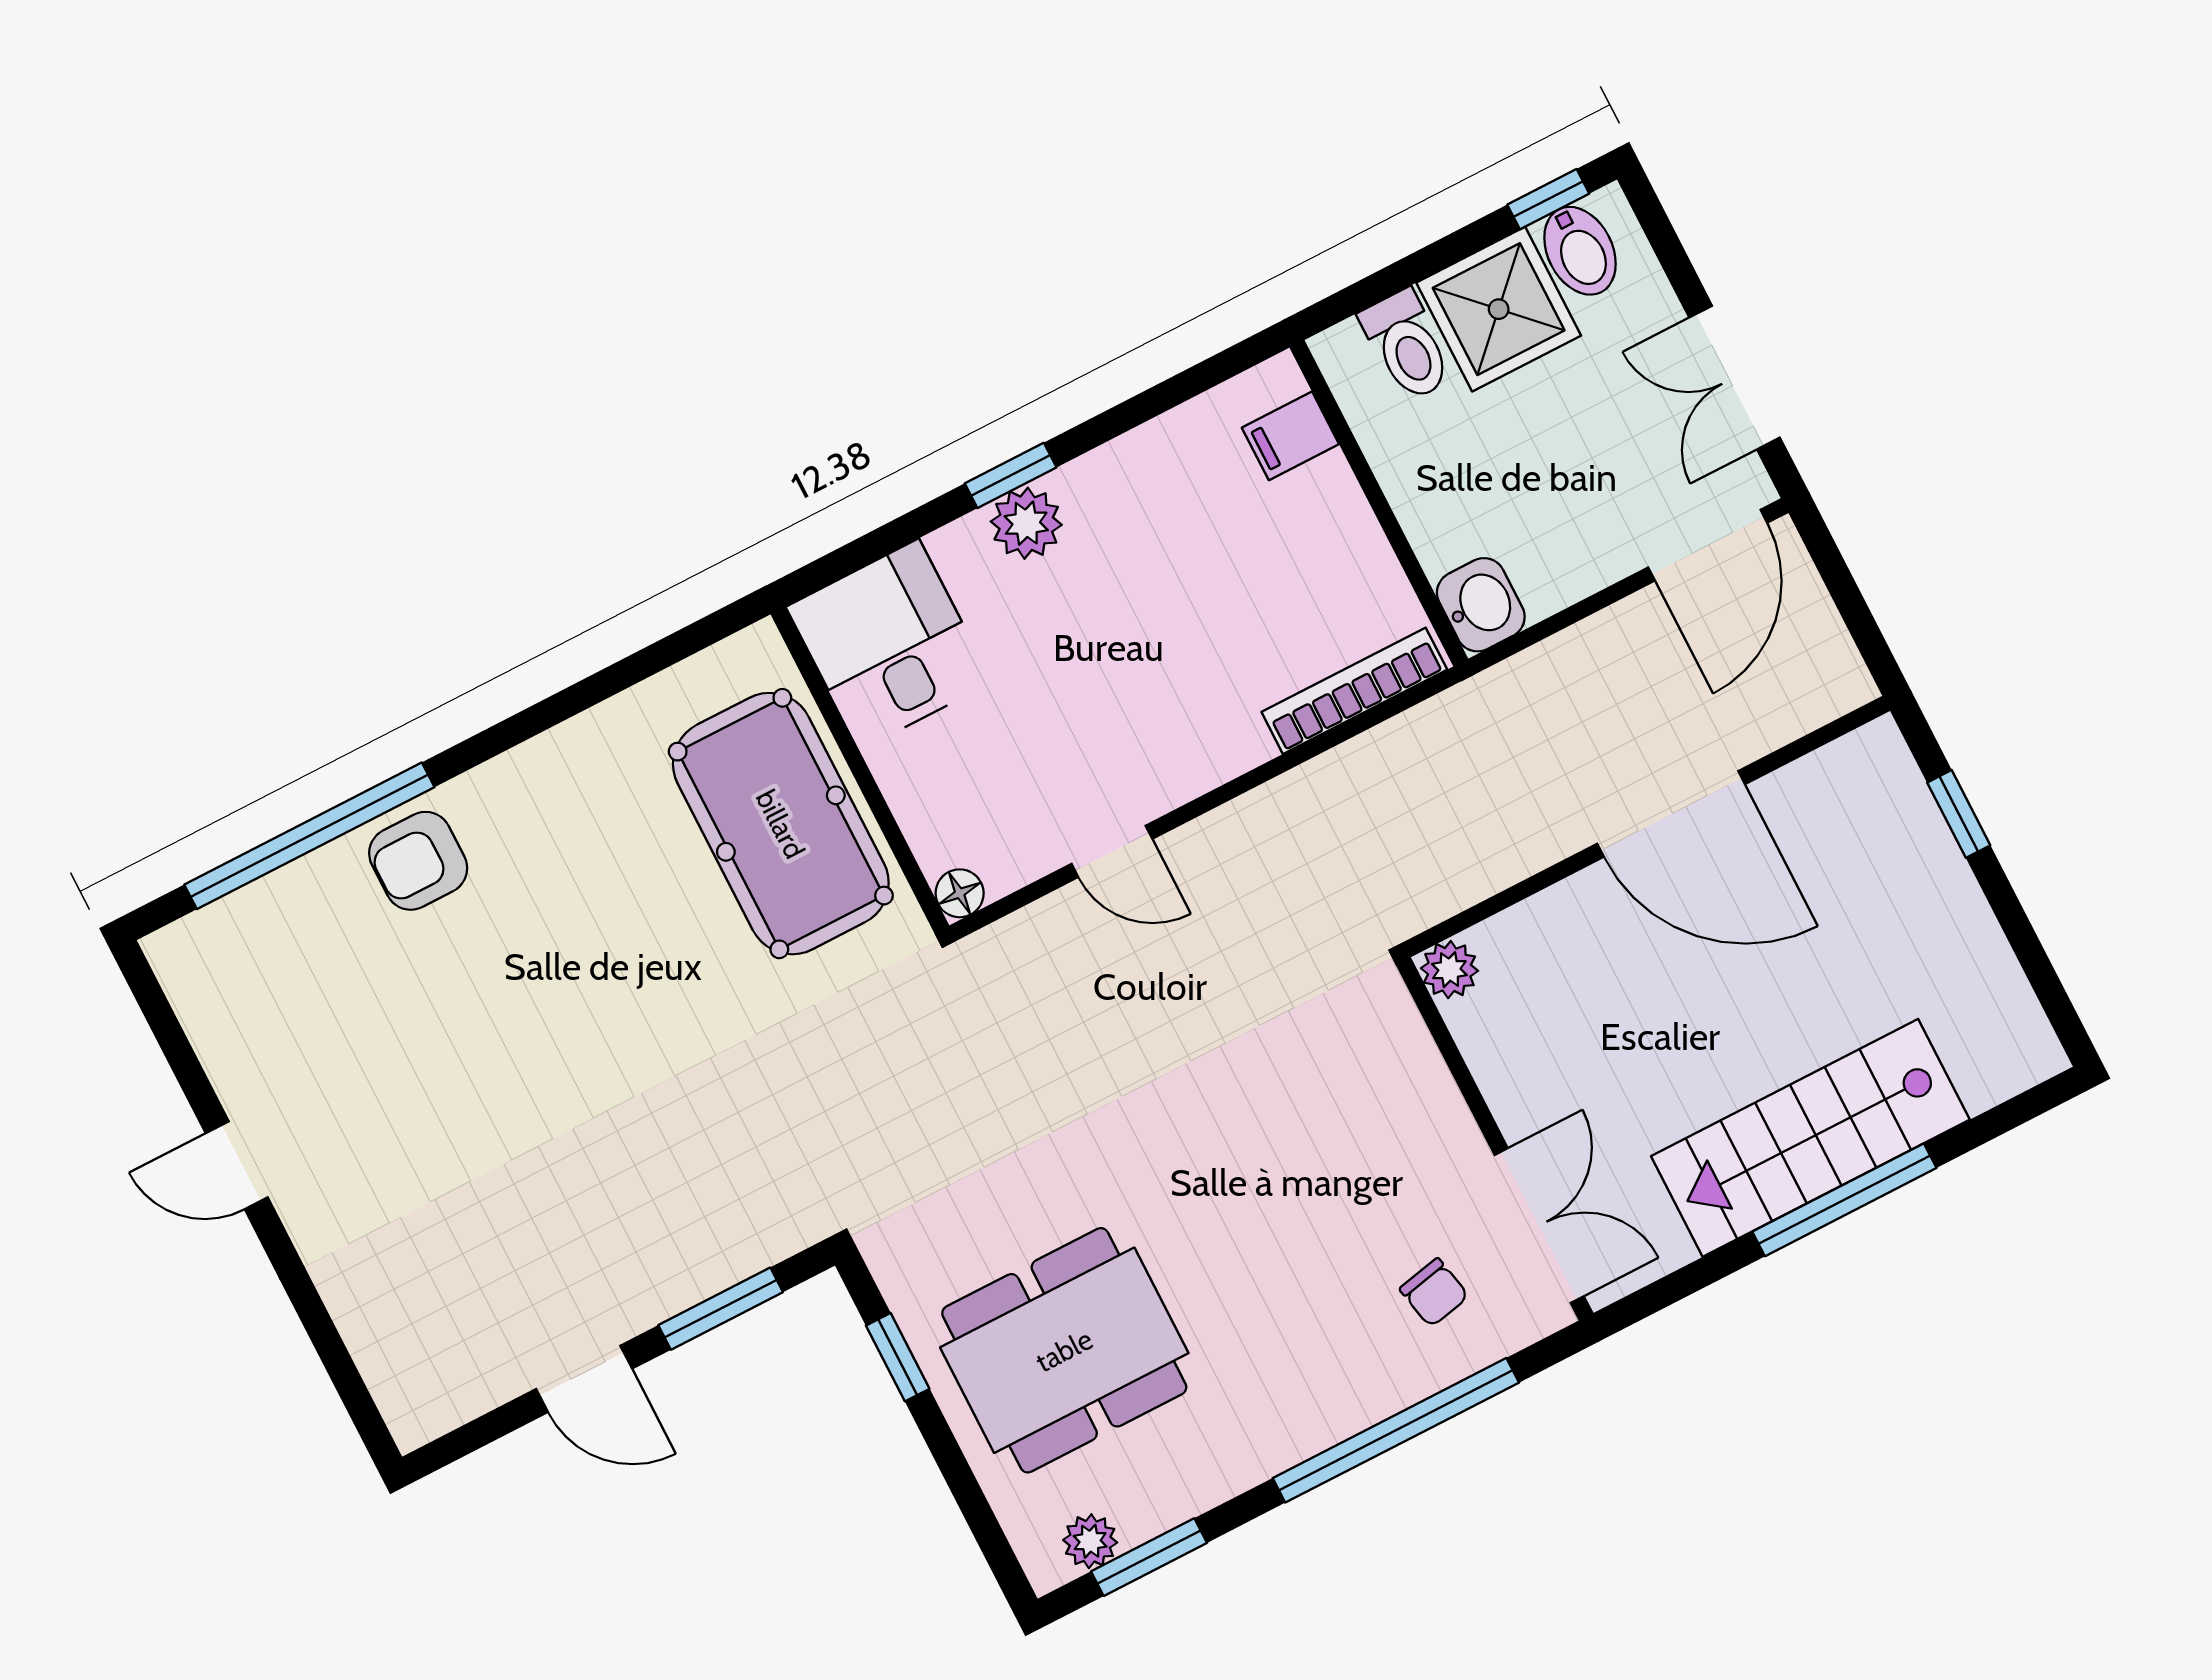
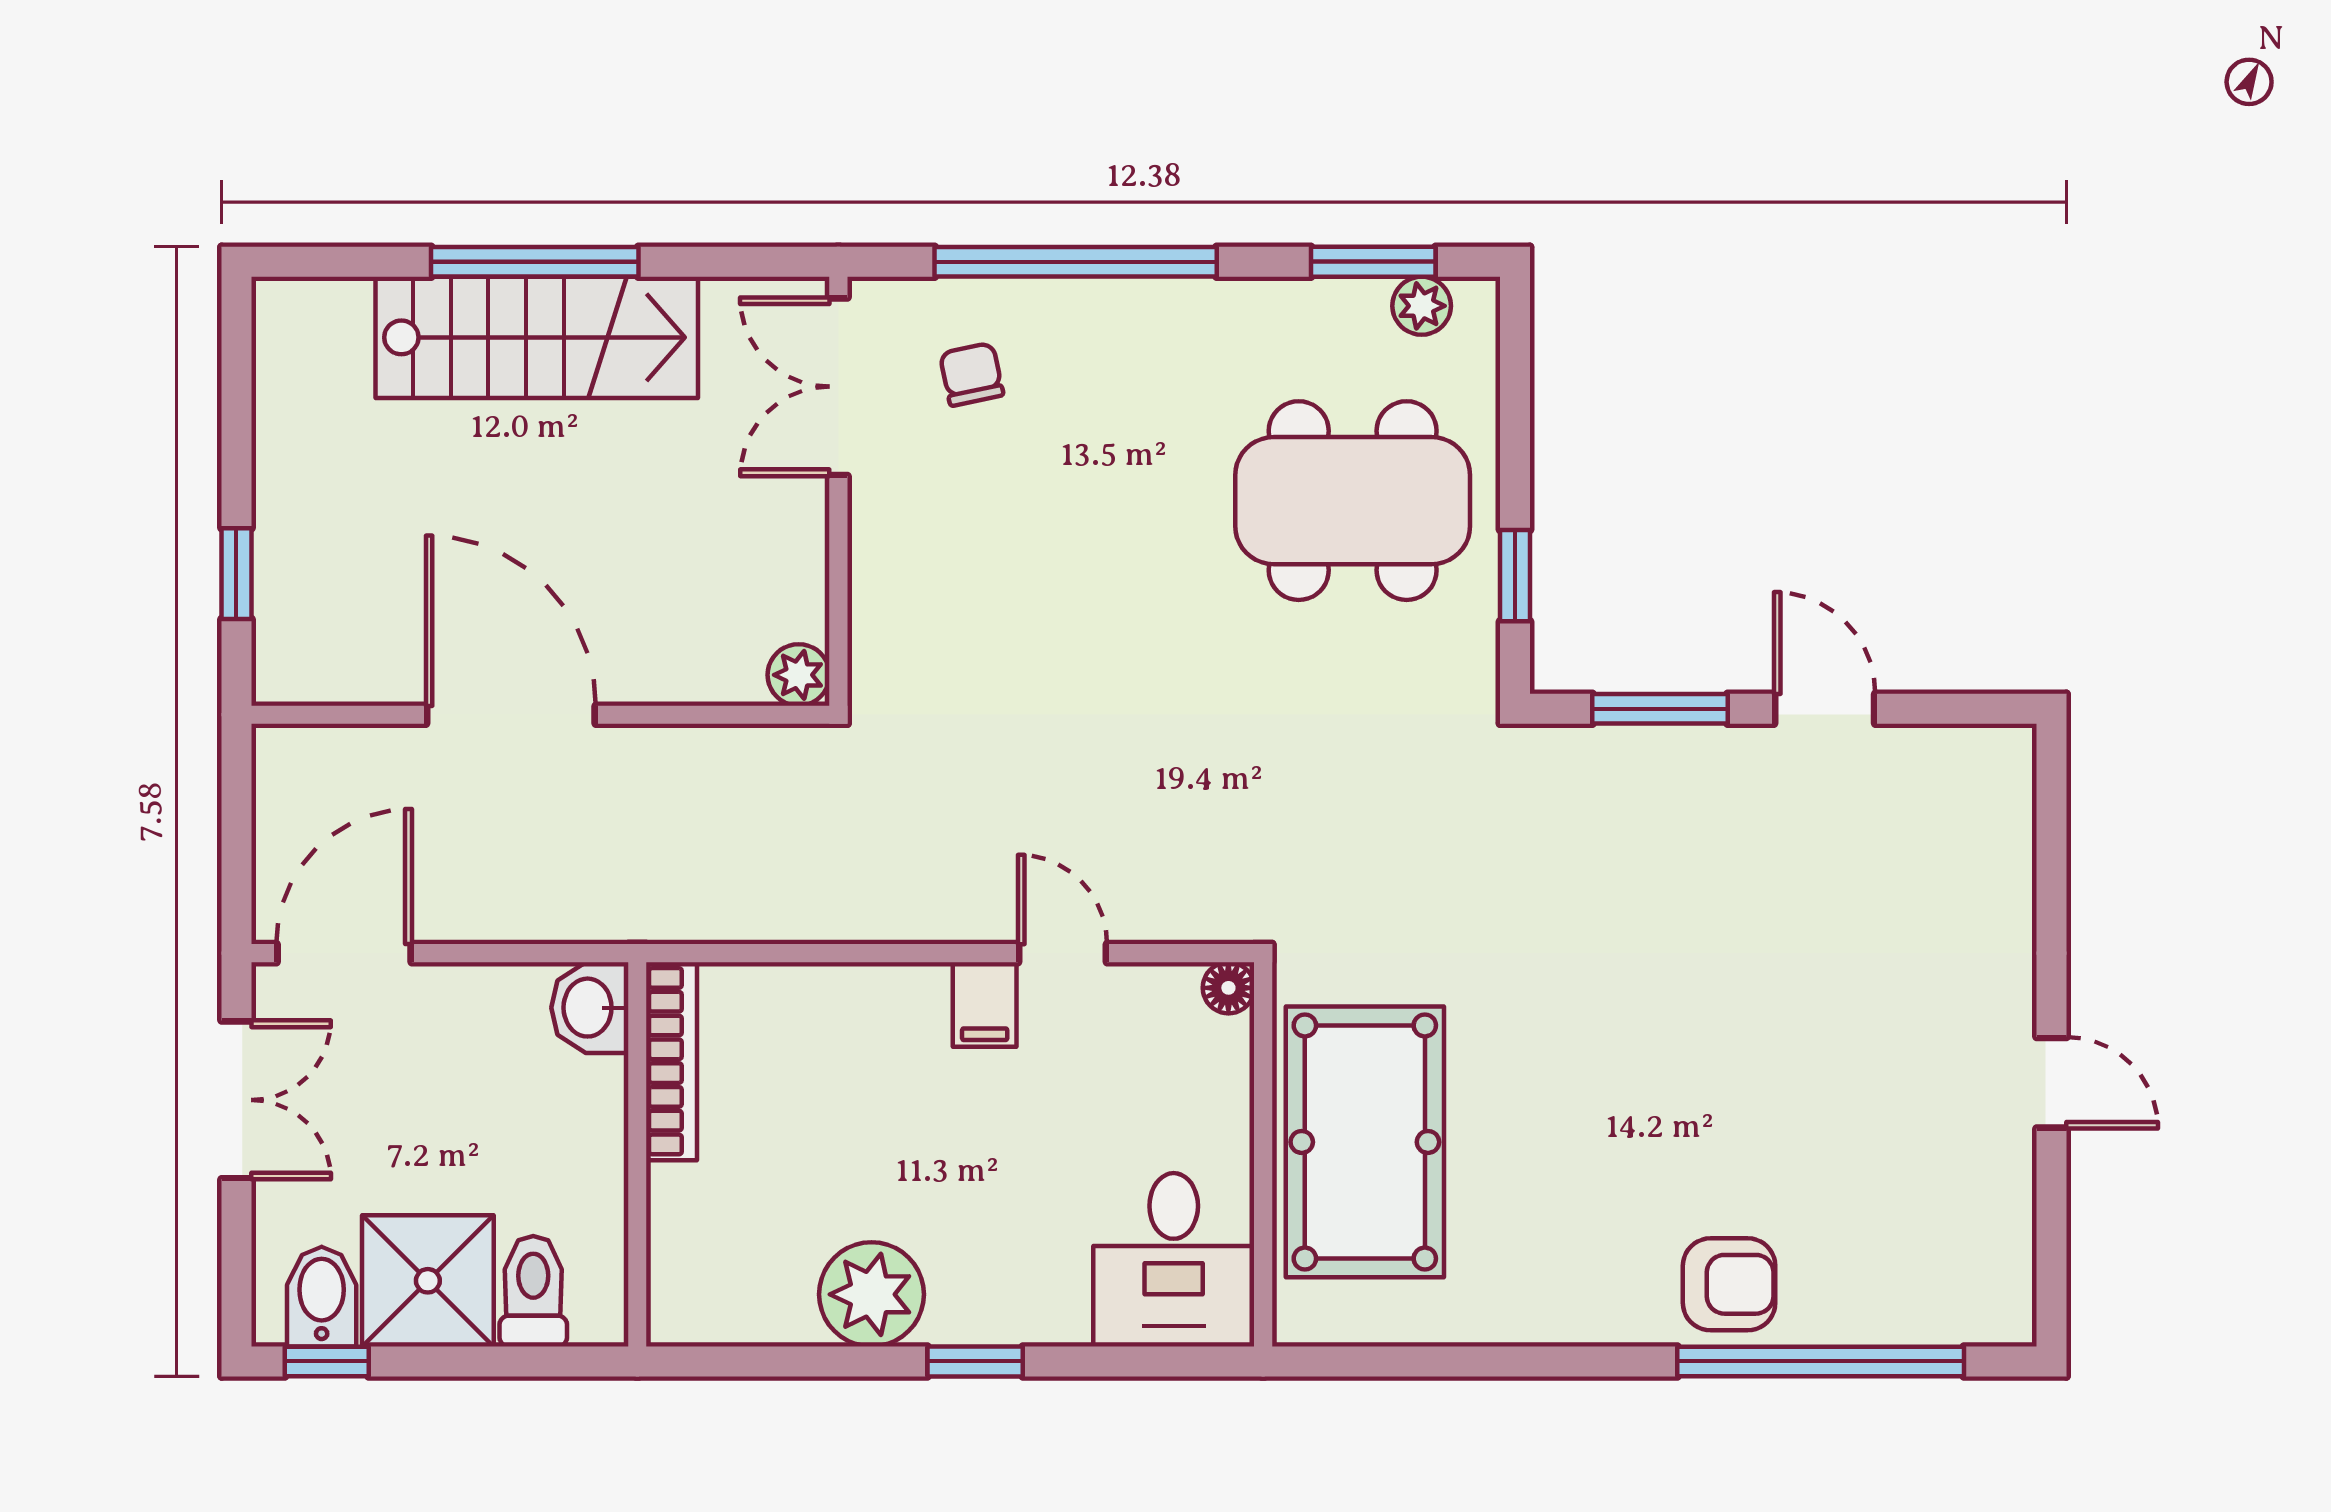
filing cabinet: (1290, 436) -> (985, 1005), moved, turned 90
plant: (1026, 523) -> (872, 1294), moved, width x1.36, depth x1.36
bookcase: (1354, 691) -> (672, 1061), moved, turned -90

